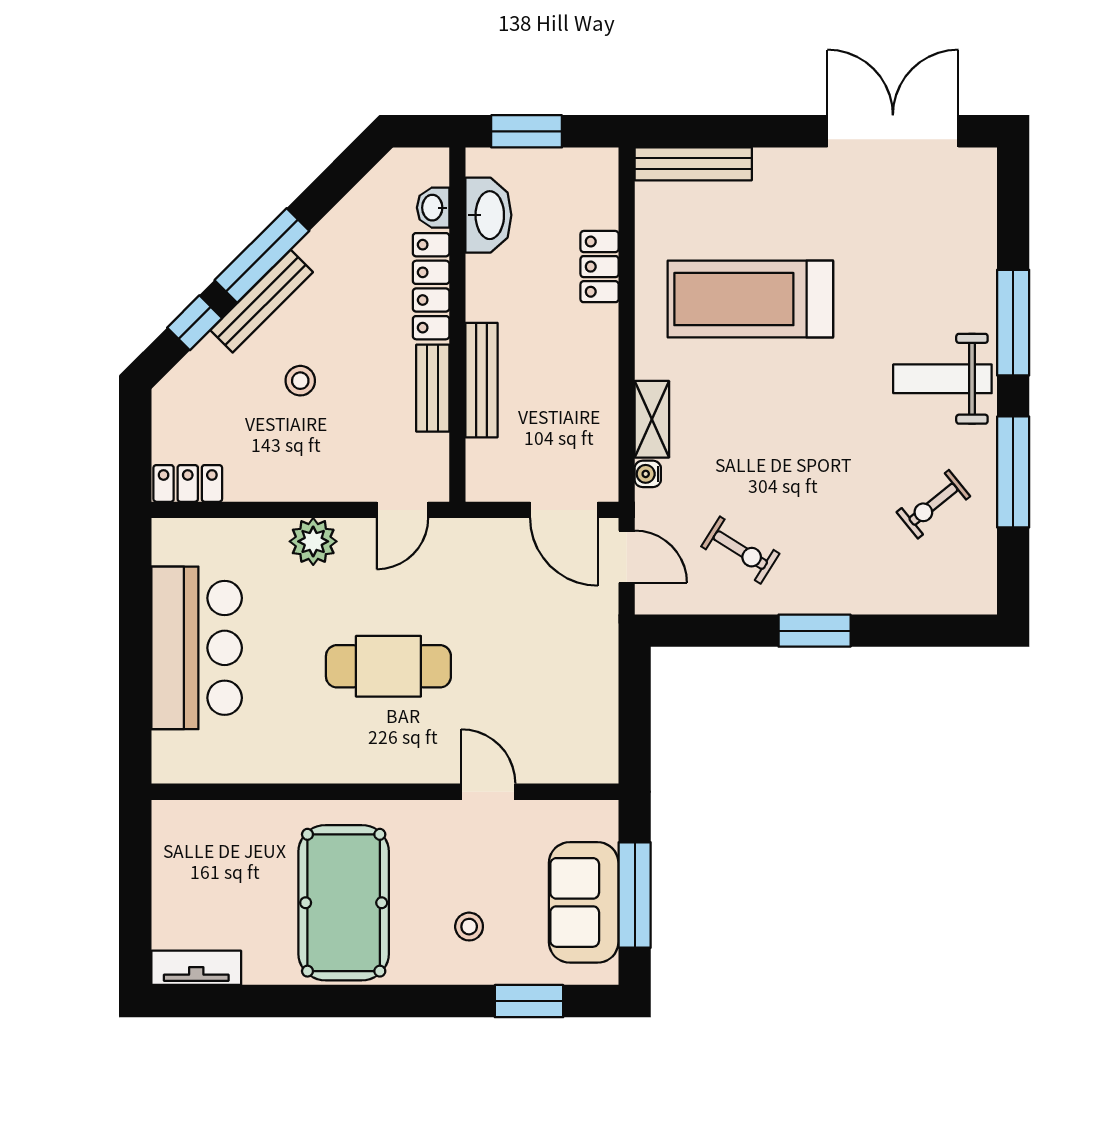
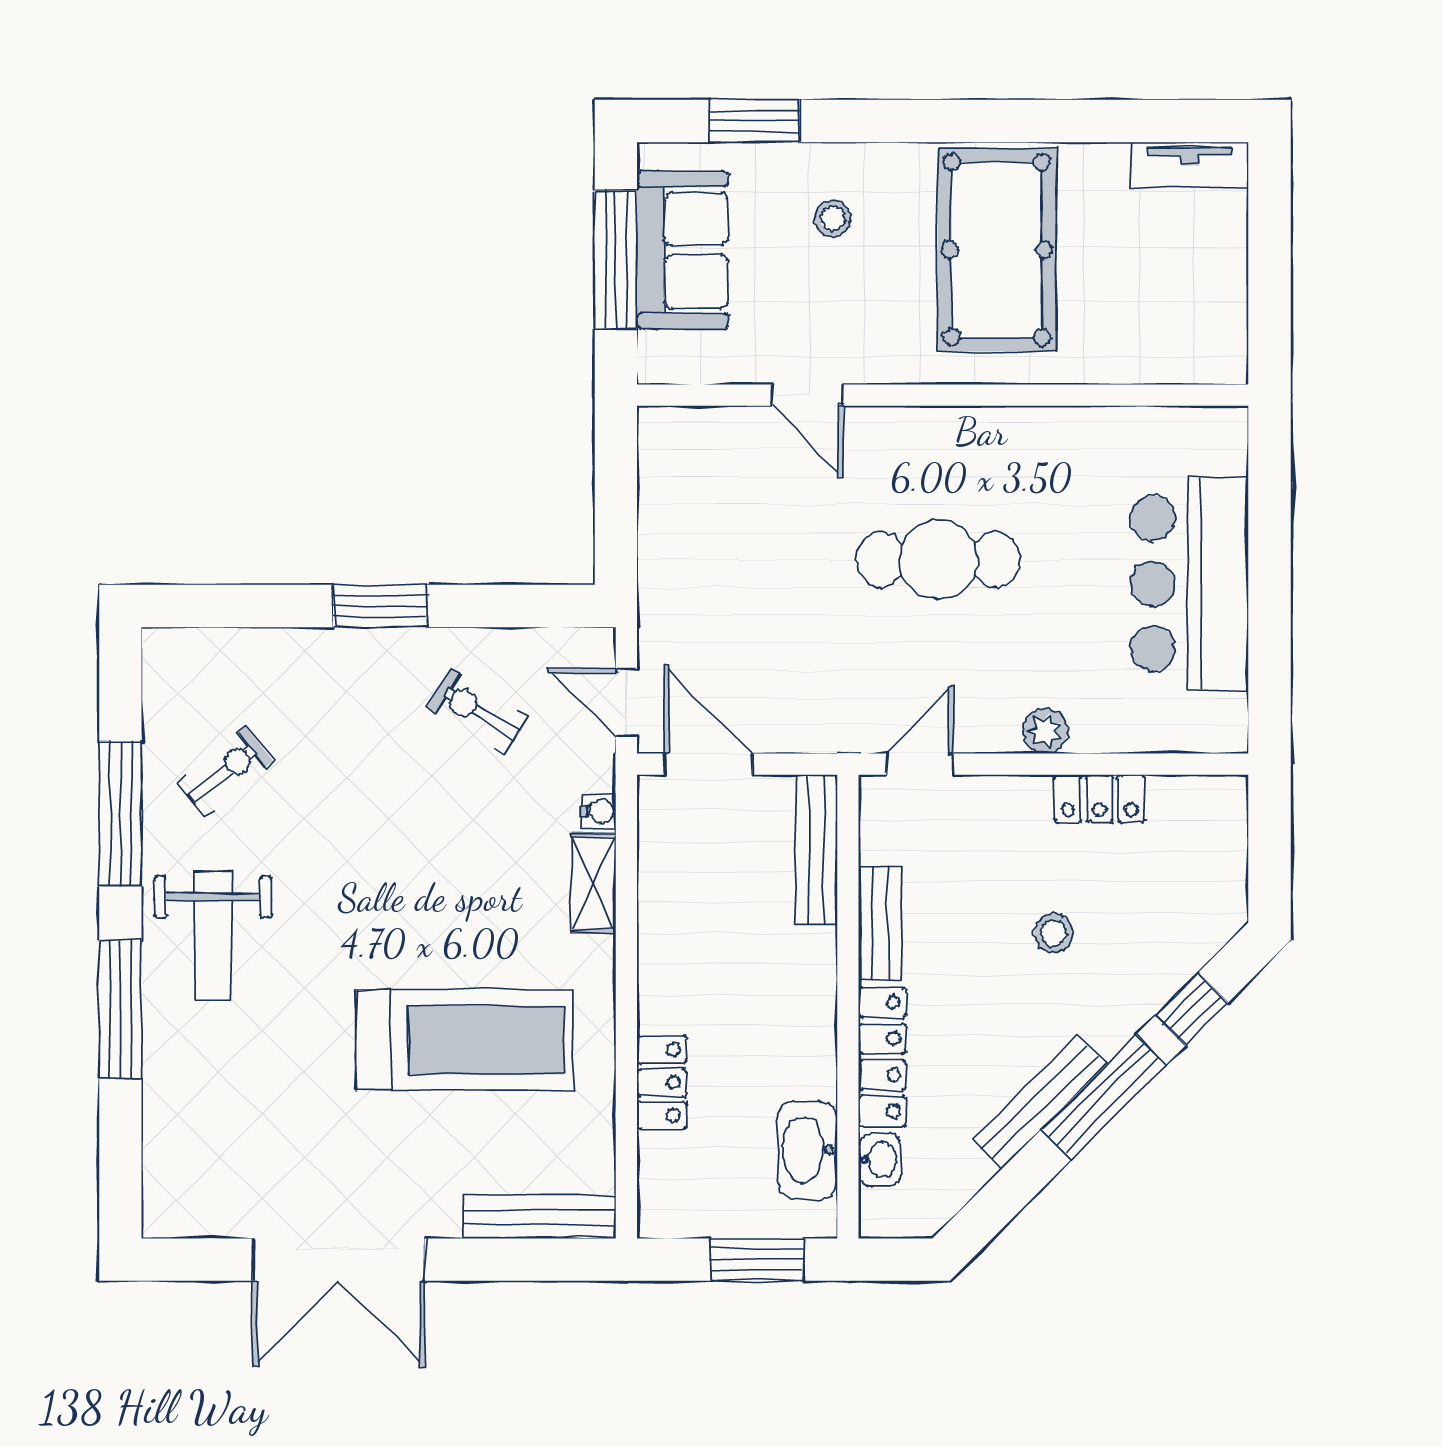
double door: (893, 131) -> (339, 1260), moved
bench: (262, 301) -> (1039, 1102), moved
weight bench: (942, 379) -> (213, 936), turned 90
bench: (482, 380) -> (816, 850), moved
locker: (188, 483) -> (1100, 799), moved
plant: (313, 541) -> (1045, 731), width x0.73, depth x0.73

